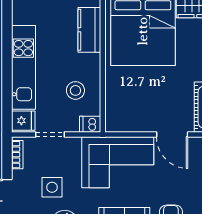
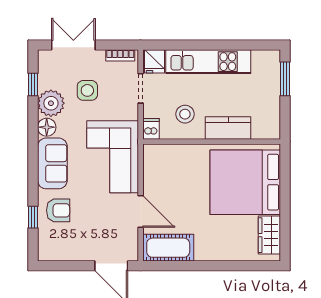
kitchen counter: (89, 30) -> (228, 128), moved
door: (172, 135) -> (141, 212), swing flipped

